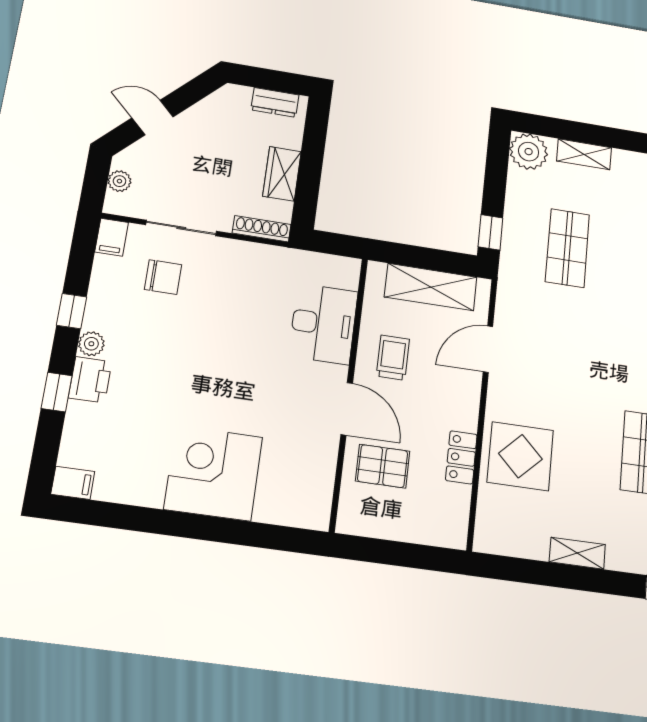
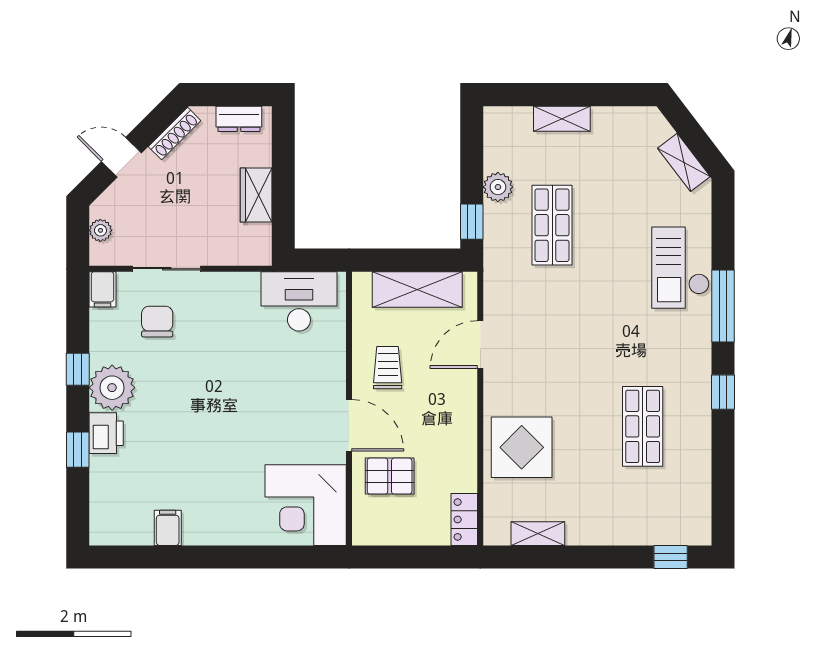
plant: (529, 152) -> (498, 187), moved, width x0.73, depth x0.73
shoe rack: (262, 229) -> (175, 134), moved, turned 135
chair: (163, 277) -> (157, 322), turned -90
desk: (323, 324) -> (299, 301), moved, turned -90
plant: (91, 344) -> (112, 388), width x1.88, depth x1.88
locker: (461, 457) -> (464, 519), moved
corner desk: (213, 473) -> (306, 505), moved, turned -90
filing cabinet: (73, 483) -> (168, 528), moved, turned -90
shelving: (577, 553) -> (538, 534), moved

